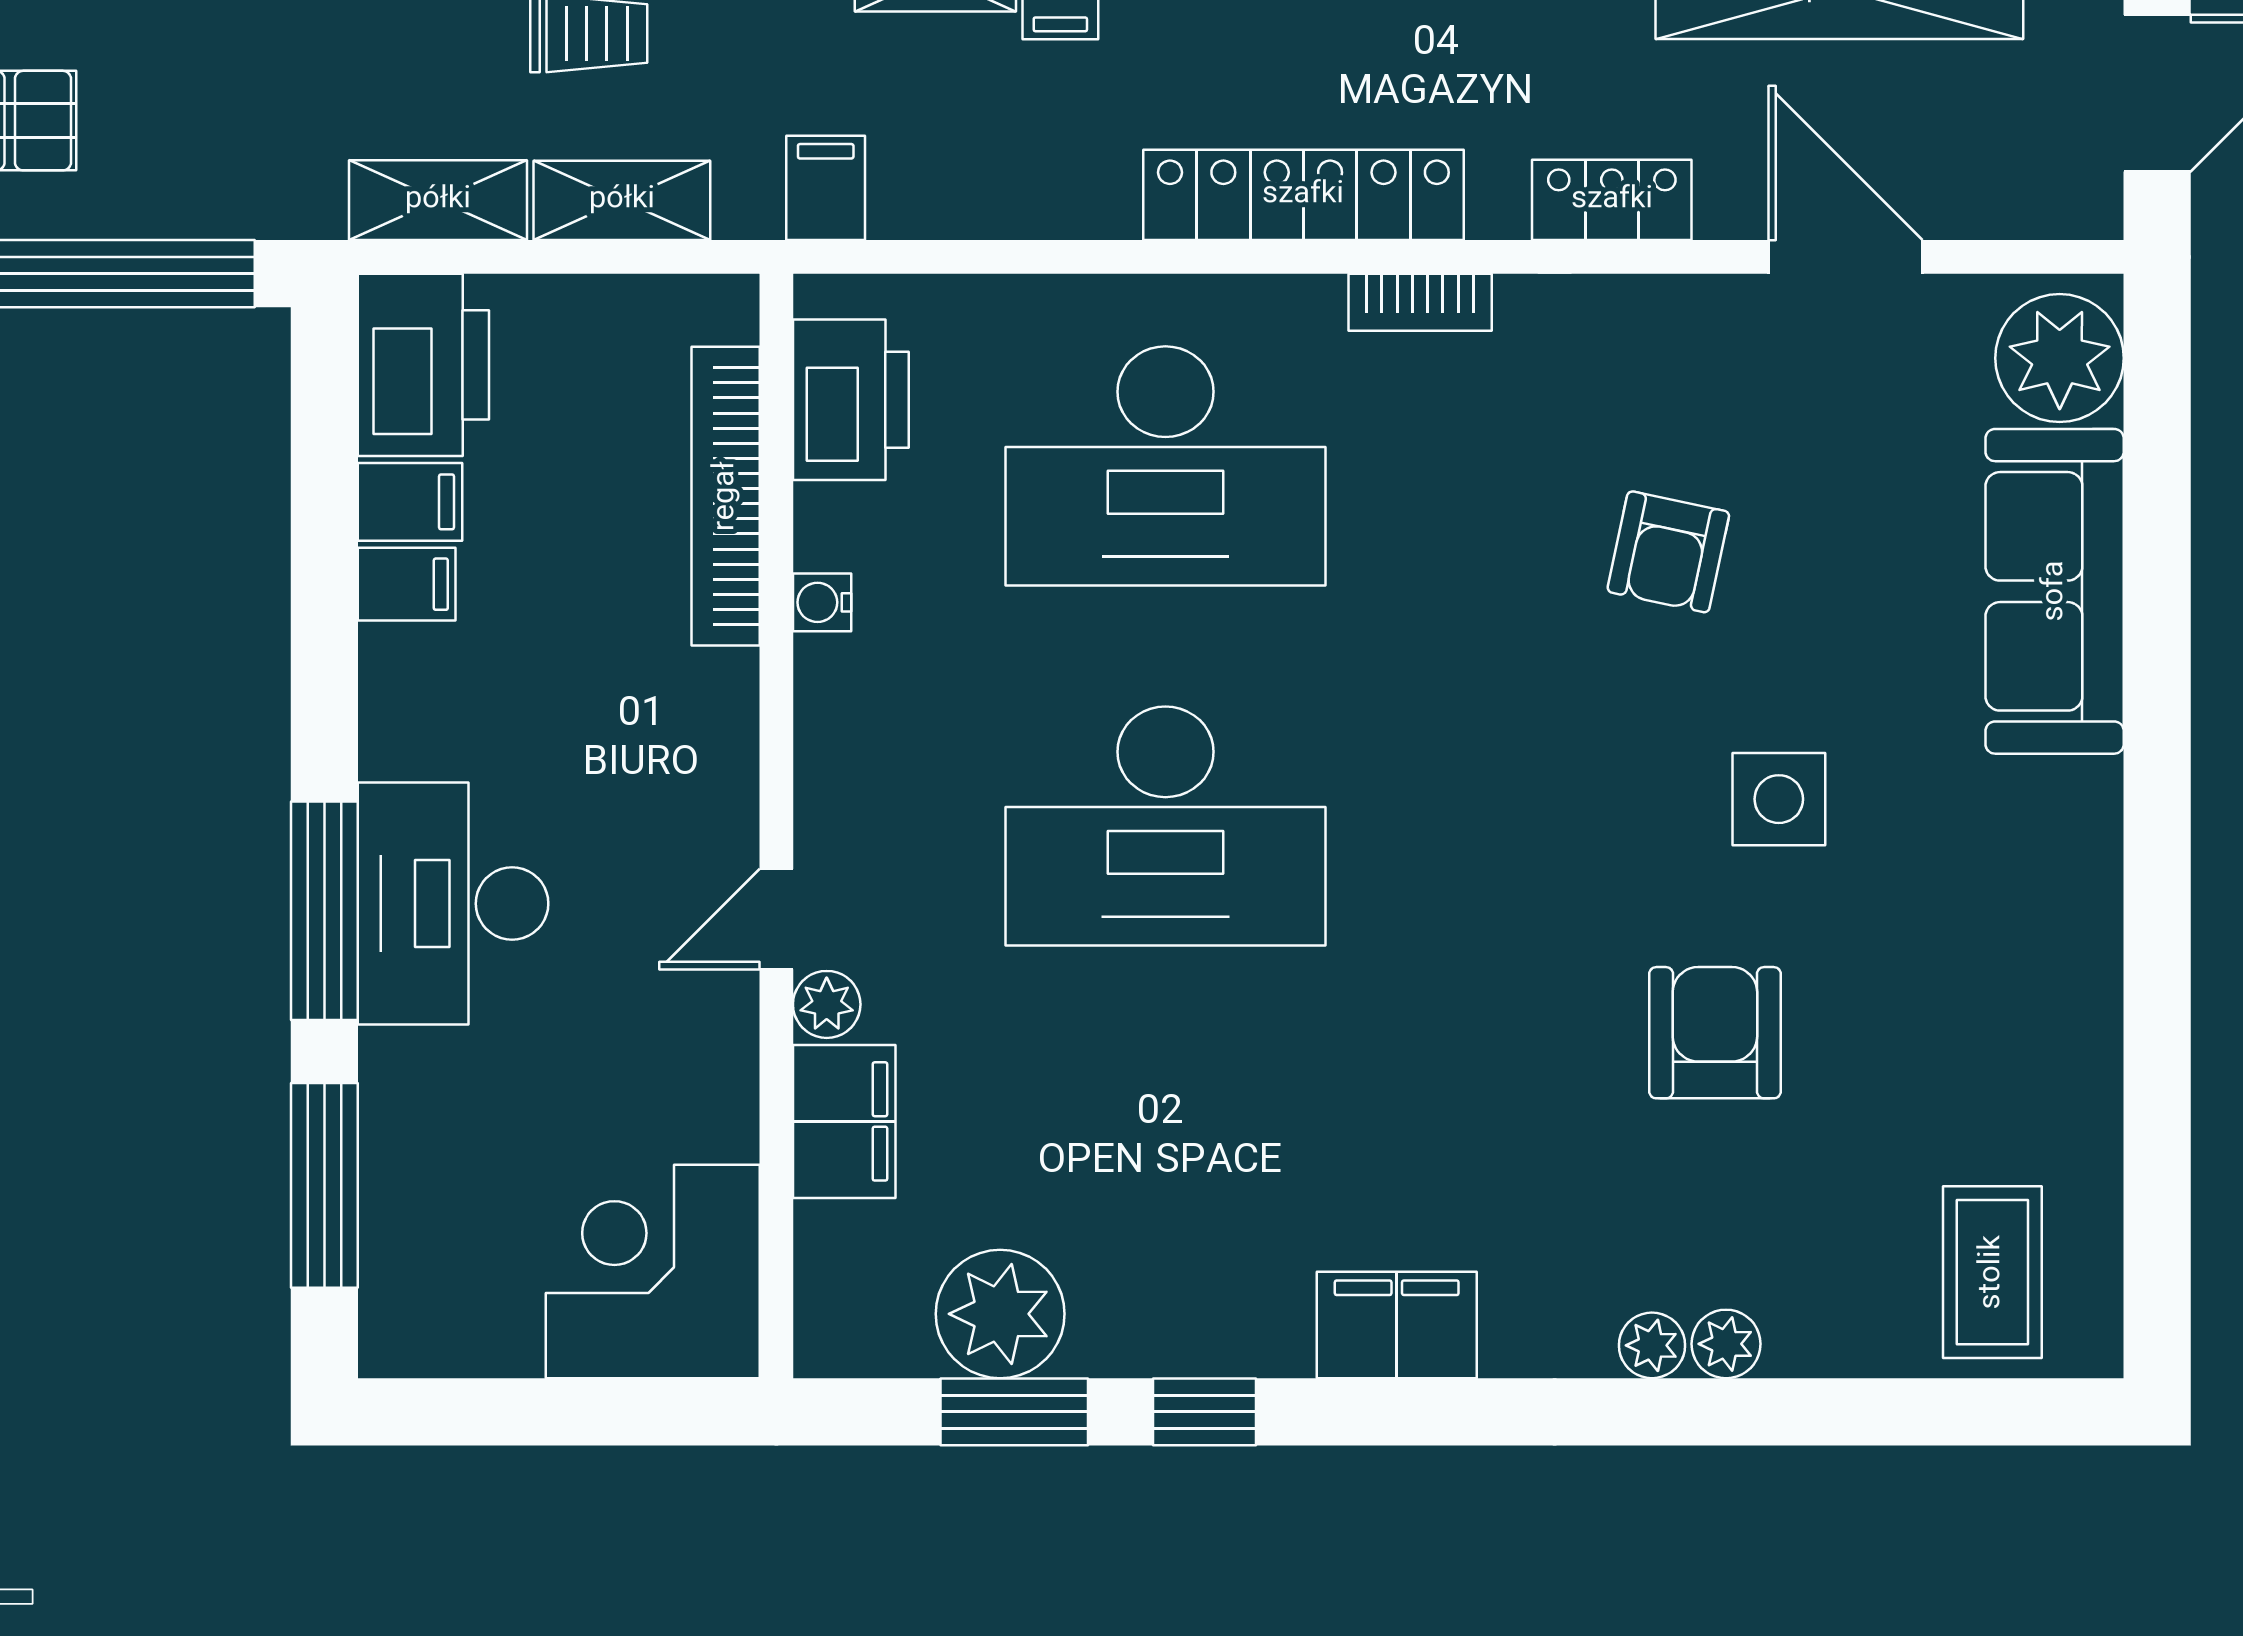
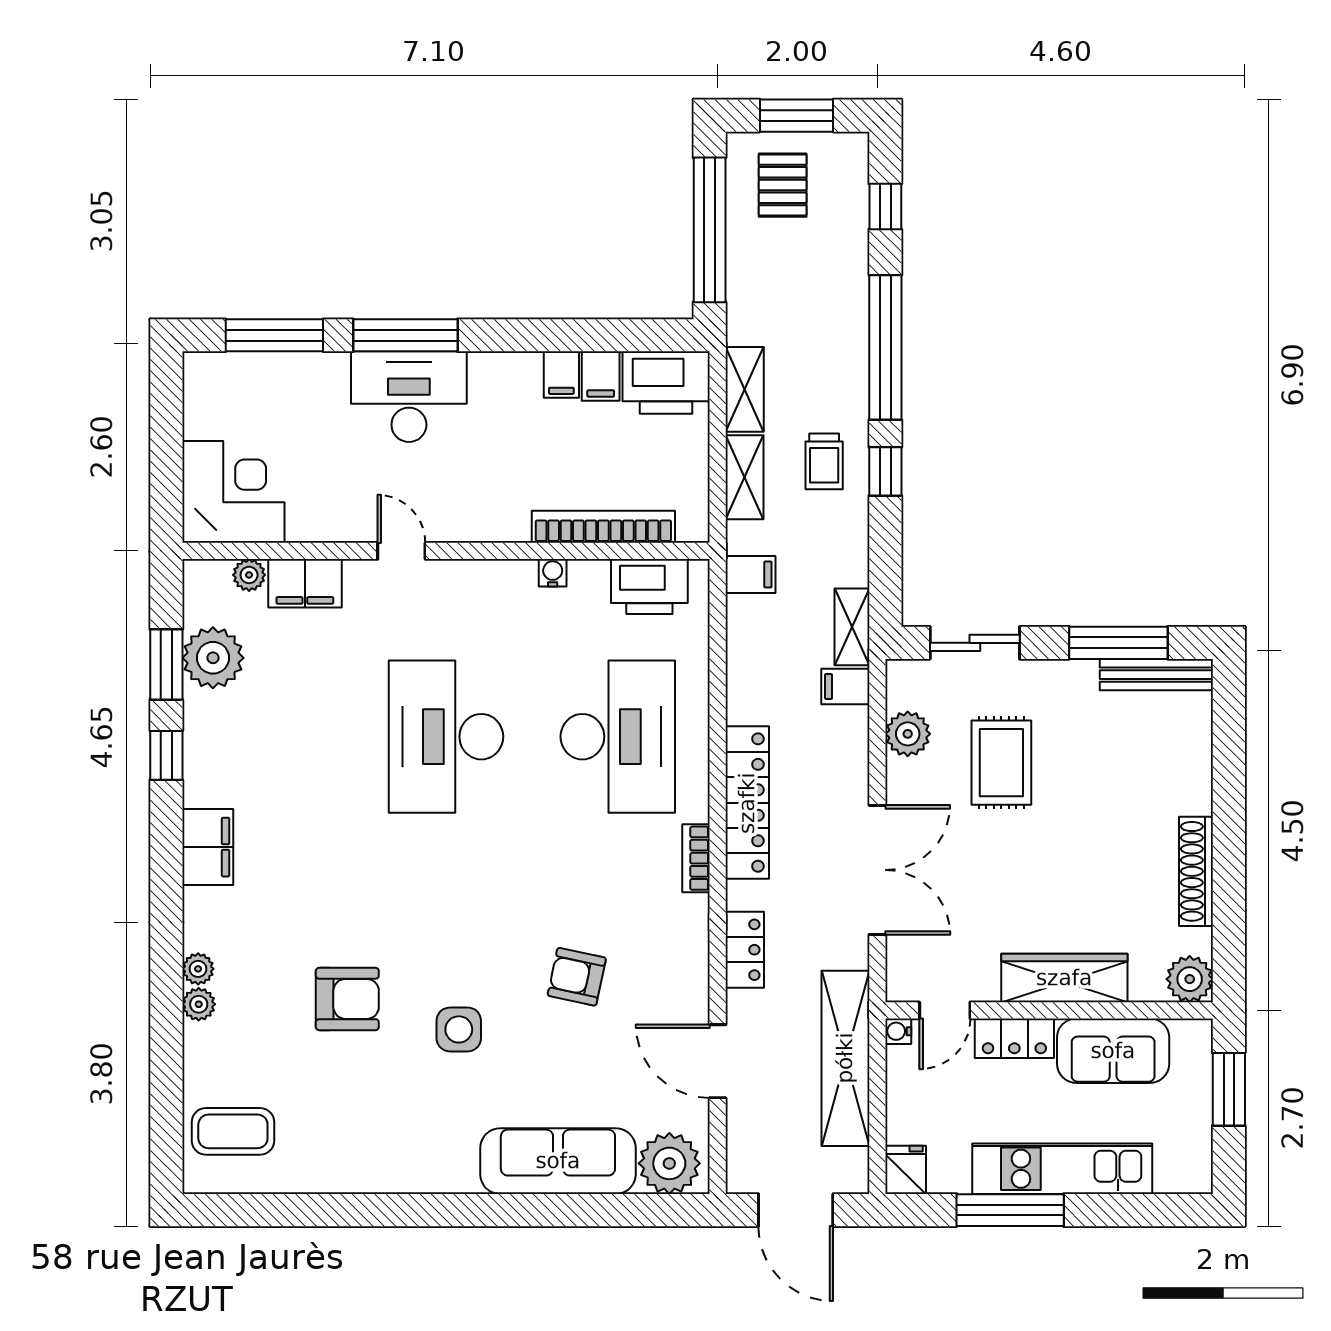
door: (1845, 257) -> (718, 1061), swing flipped
desk: (1165, 466) -> (618, 737), turned 180
plant: (827, 1004) -> (249, 575), moved

